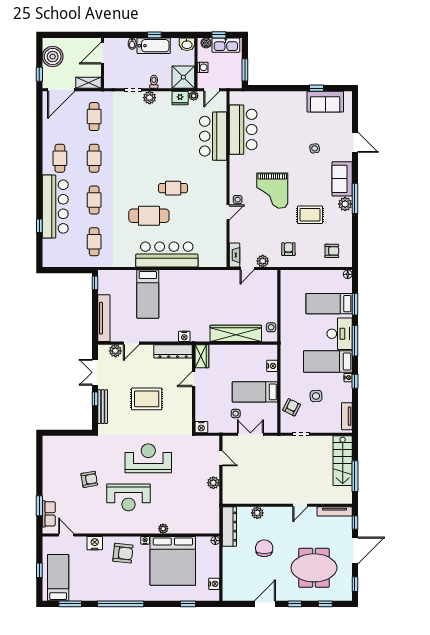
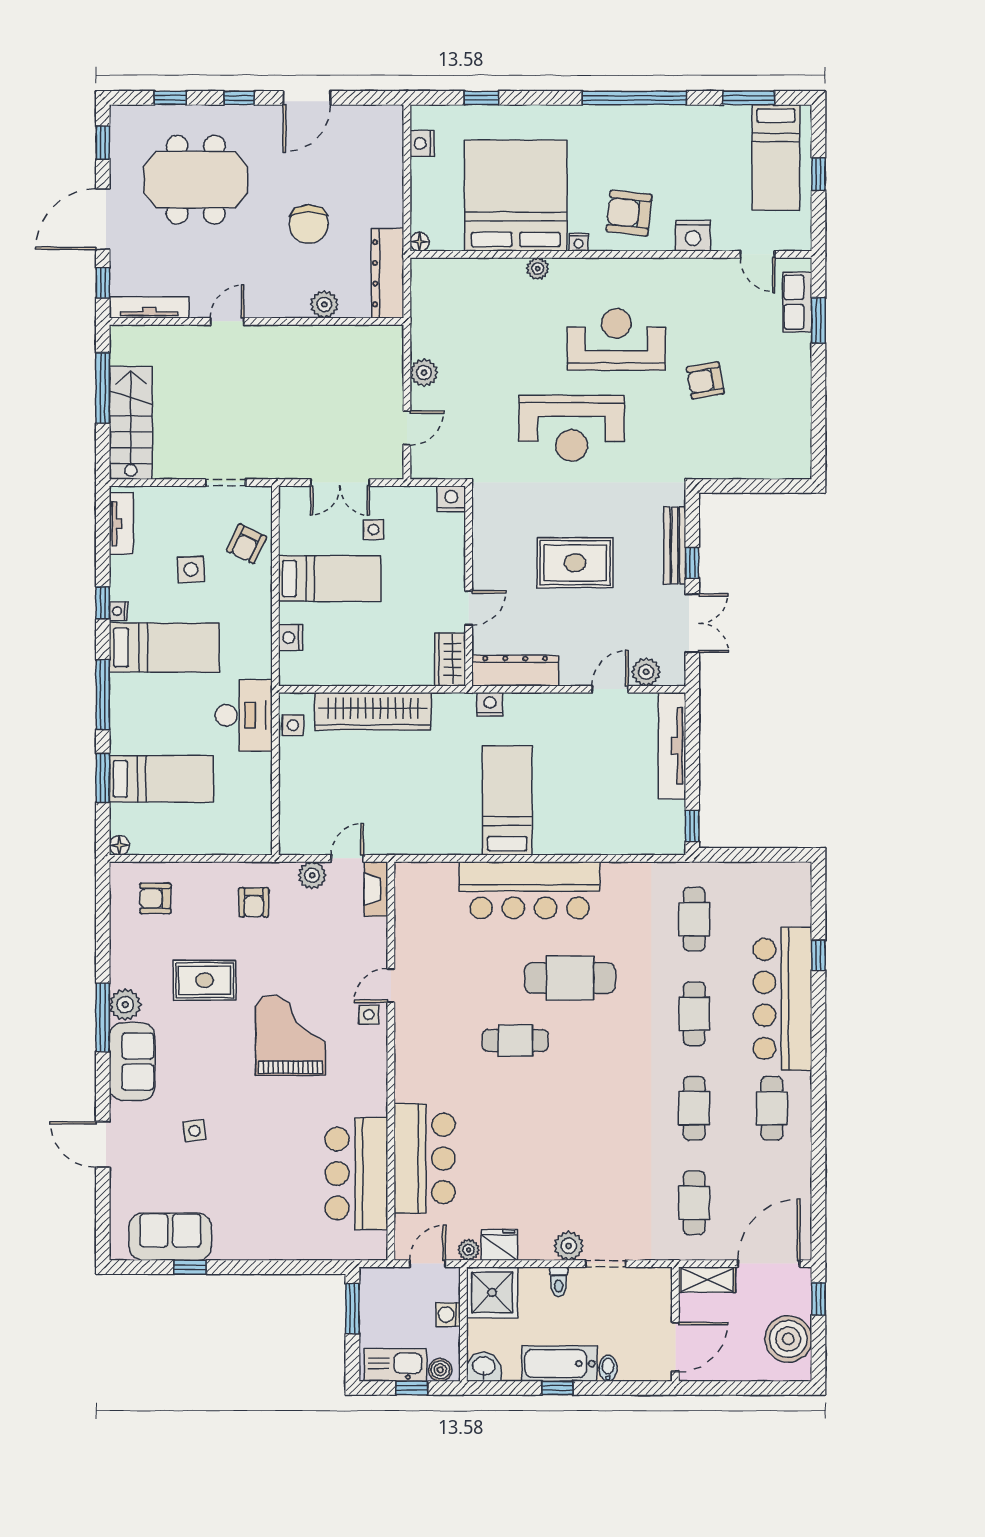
bed: (148, 294) -> (507, 800), moved
desk: (340, 334) -> (244, 715), moved, turned 180
door: (221, 458) -> (407, 428), swing flipped

